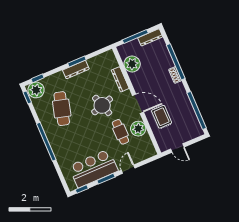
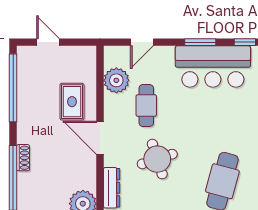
plant: (138, 129) -> (116, 80), moved
door: (177, 148) -> (48, 42), moved
door: (128, 169) -> (142, 42), moved

